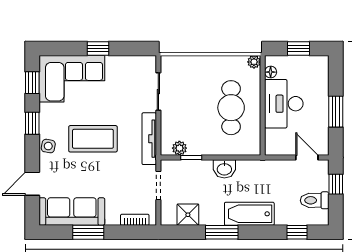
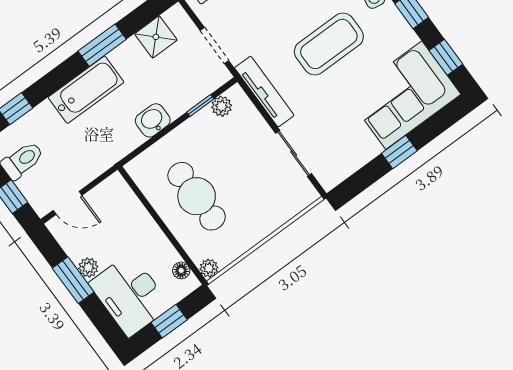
desk: (284, 104) -> (130, 295), moved, turned 180
plant: (322, 112) -> (88, 268), added

